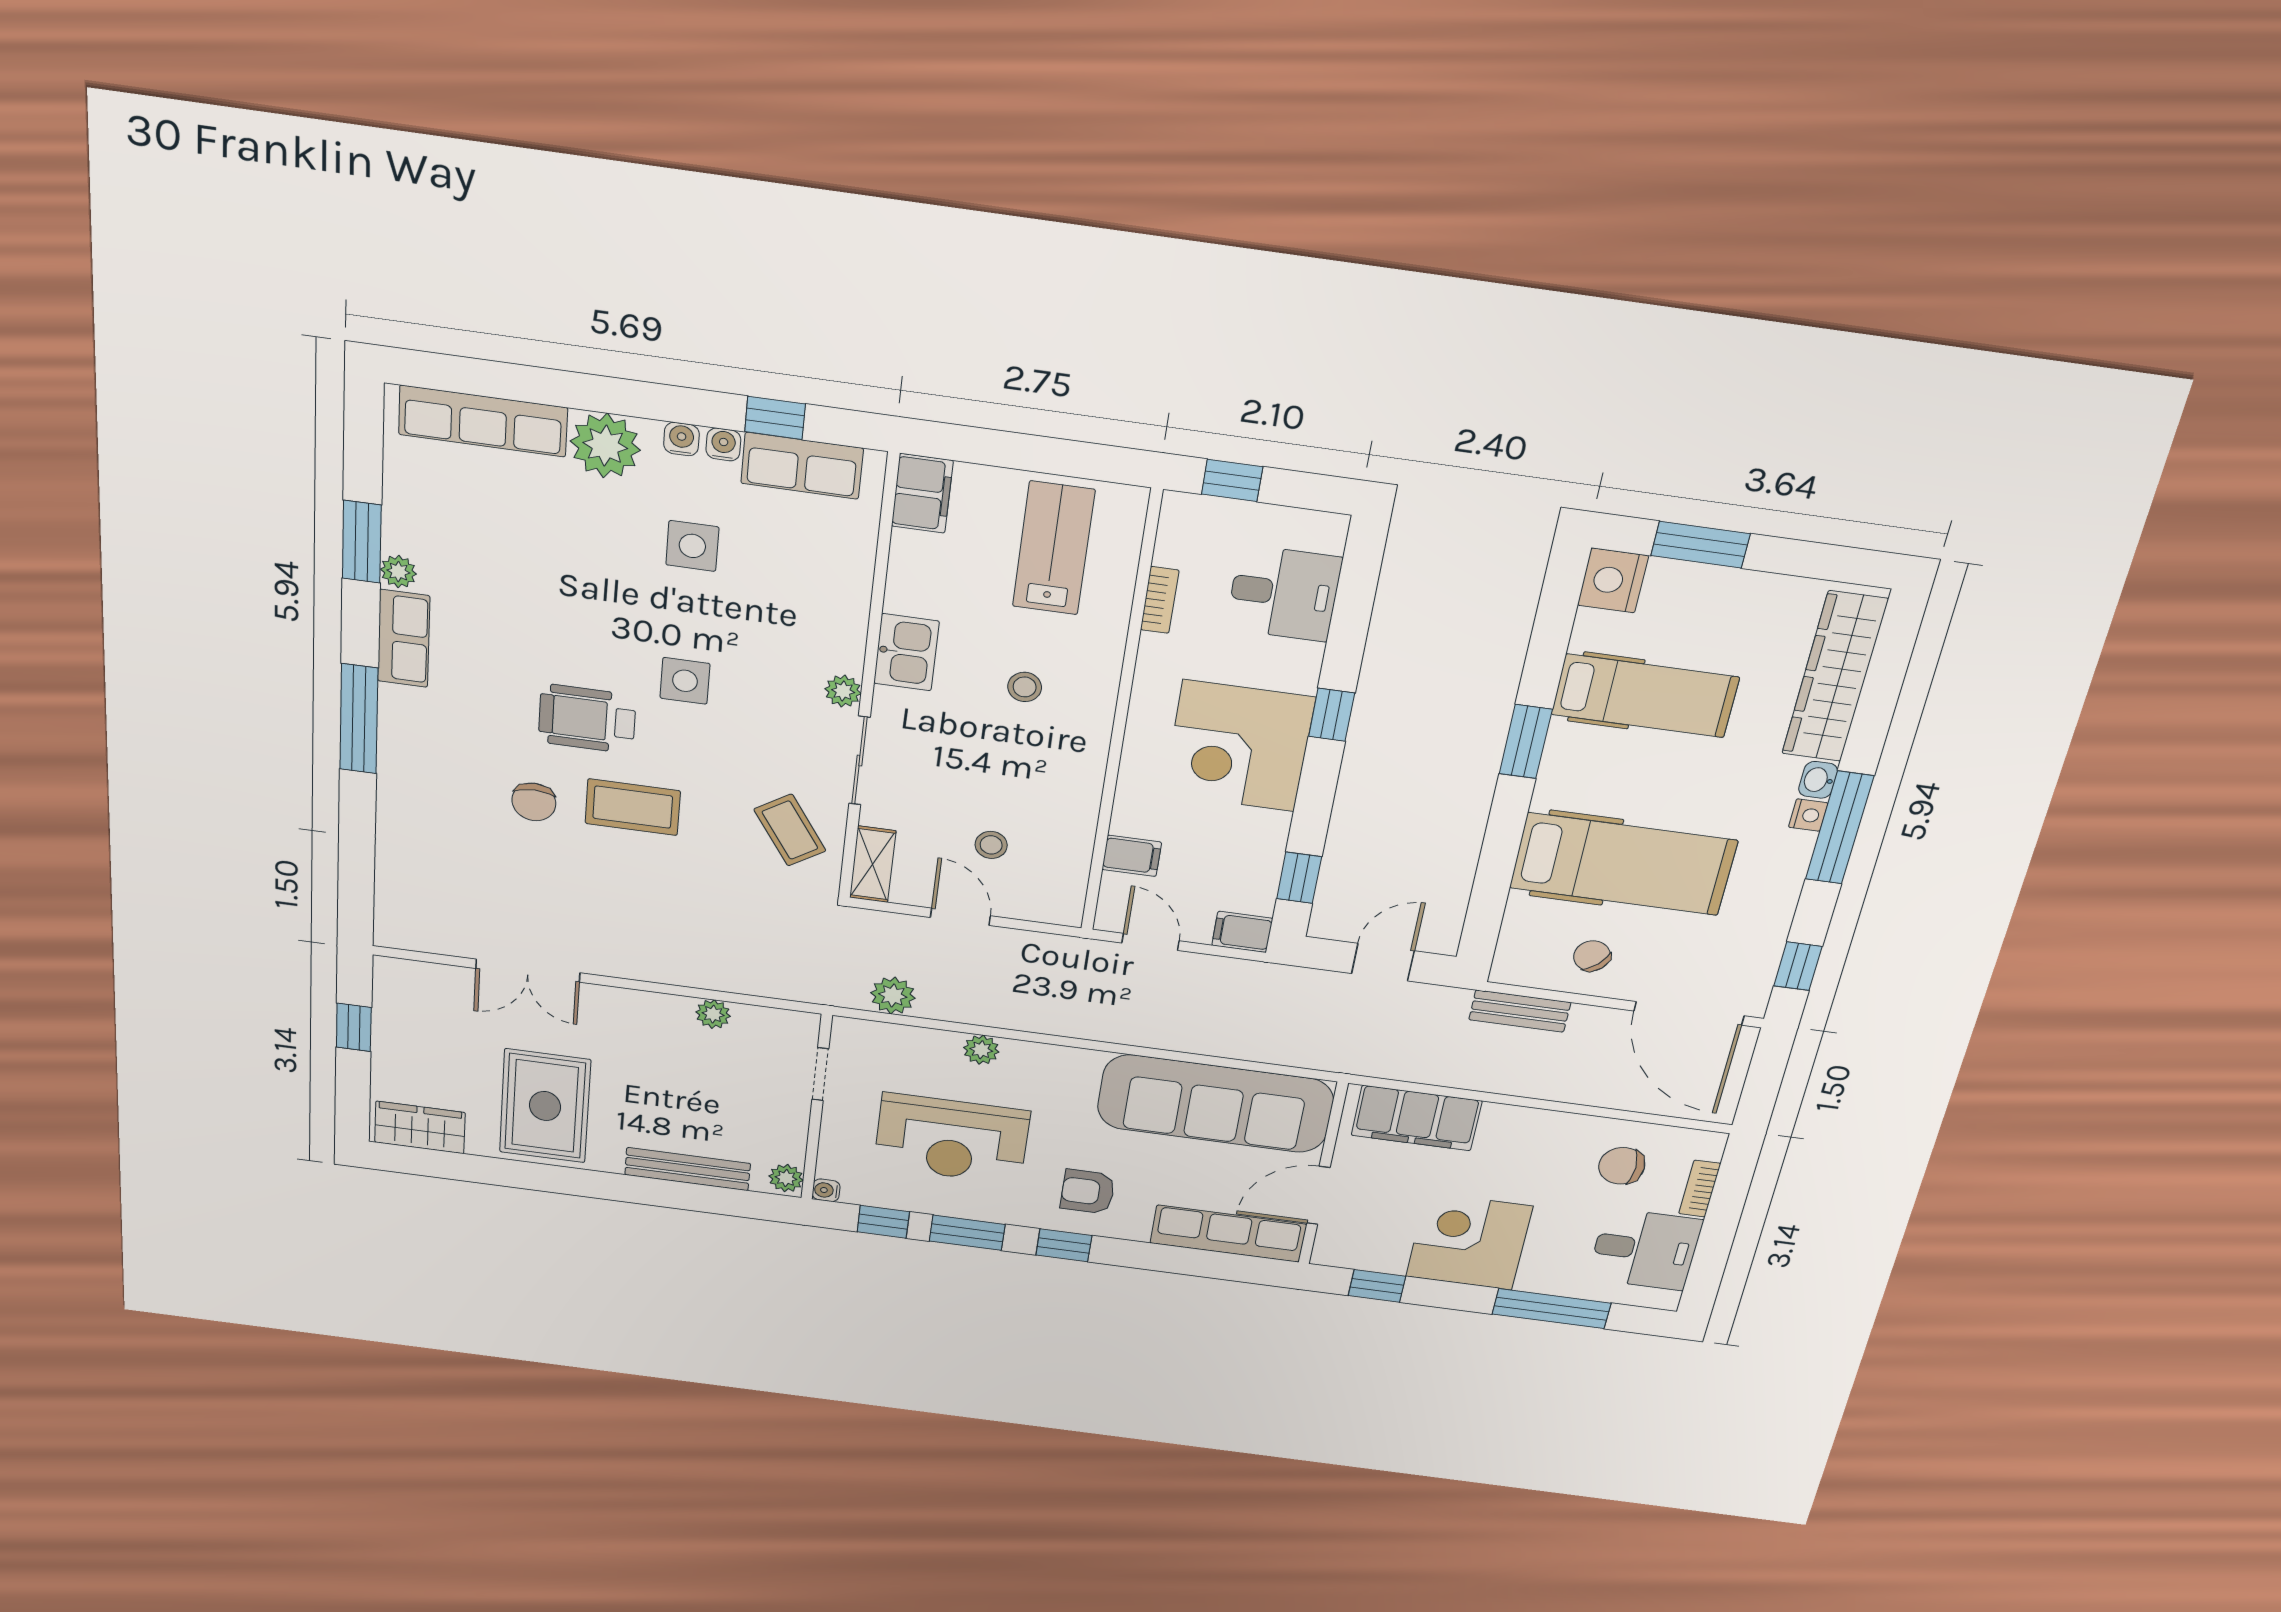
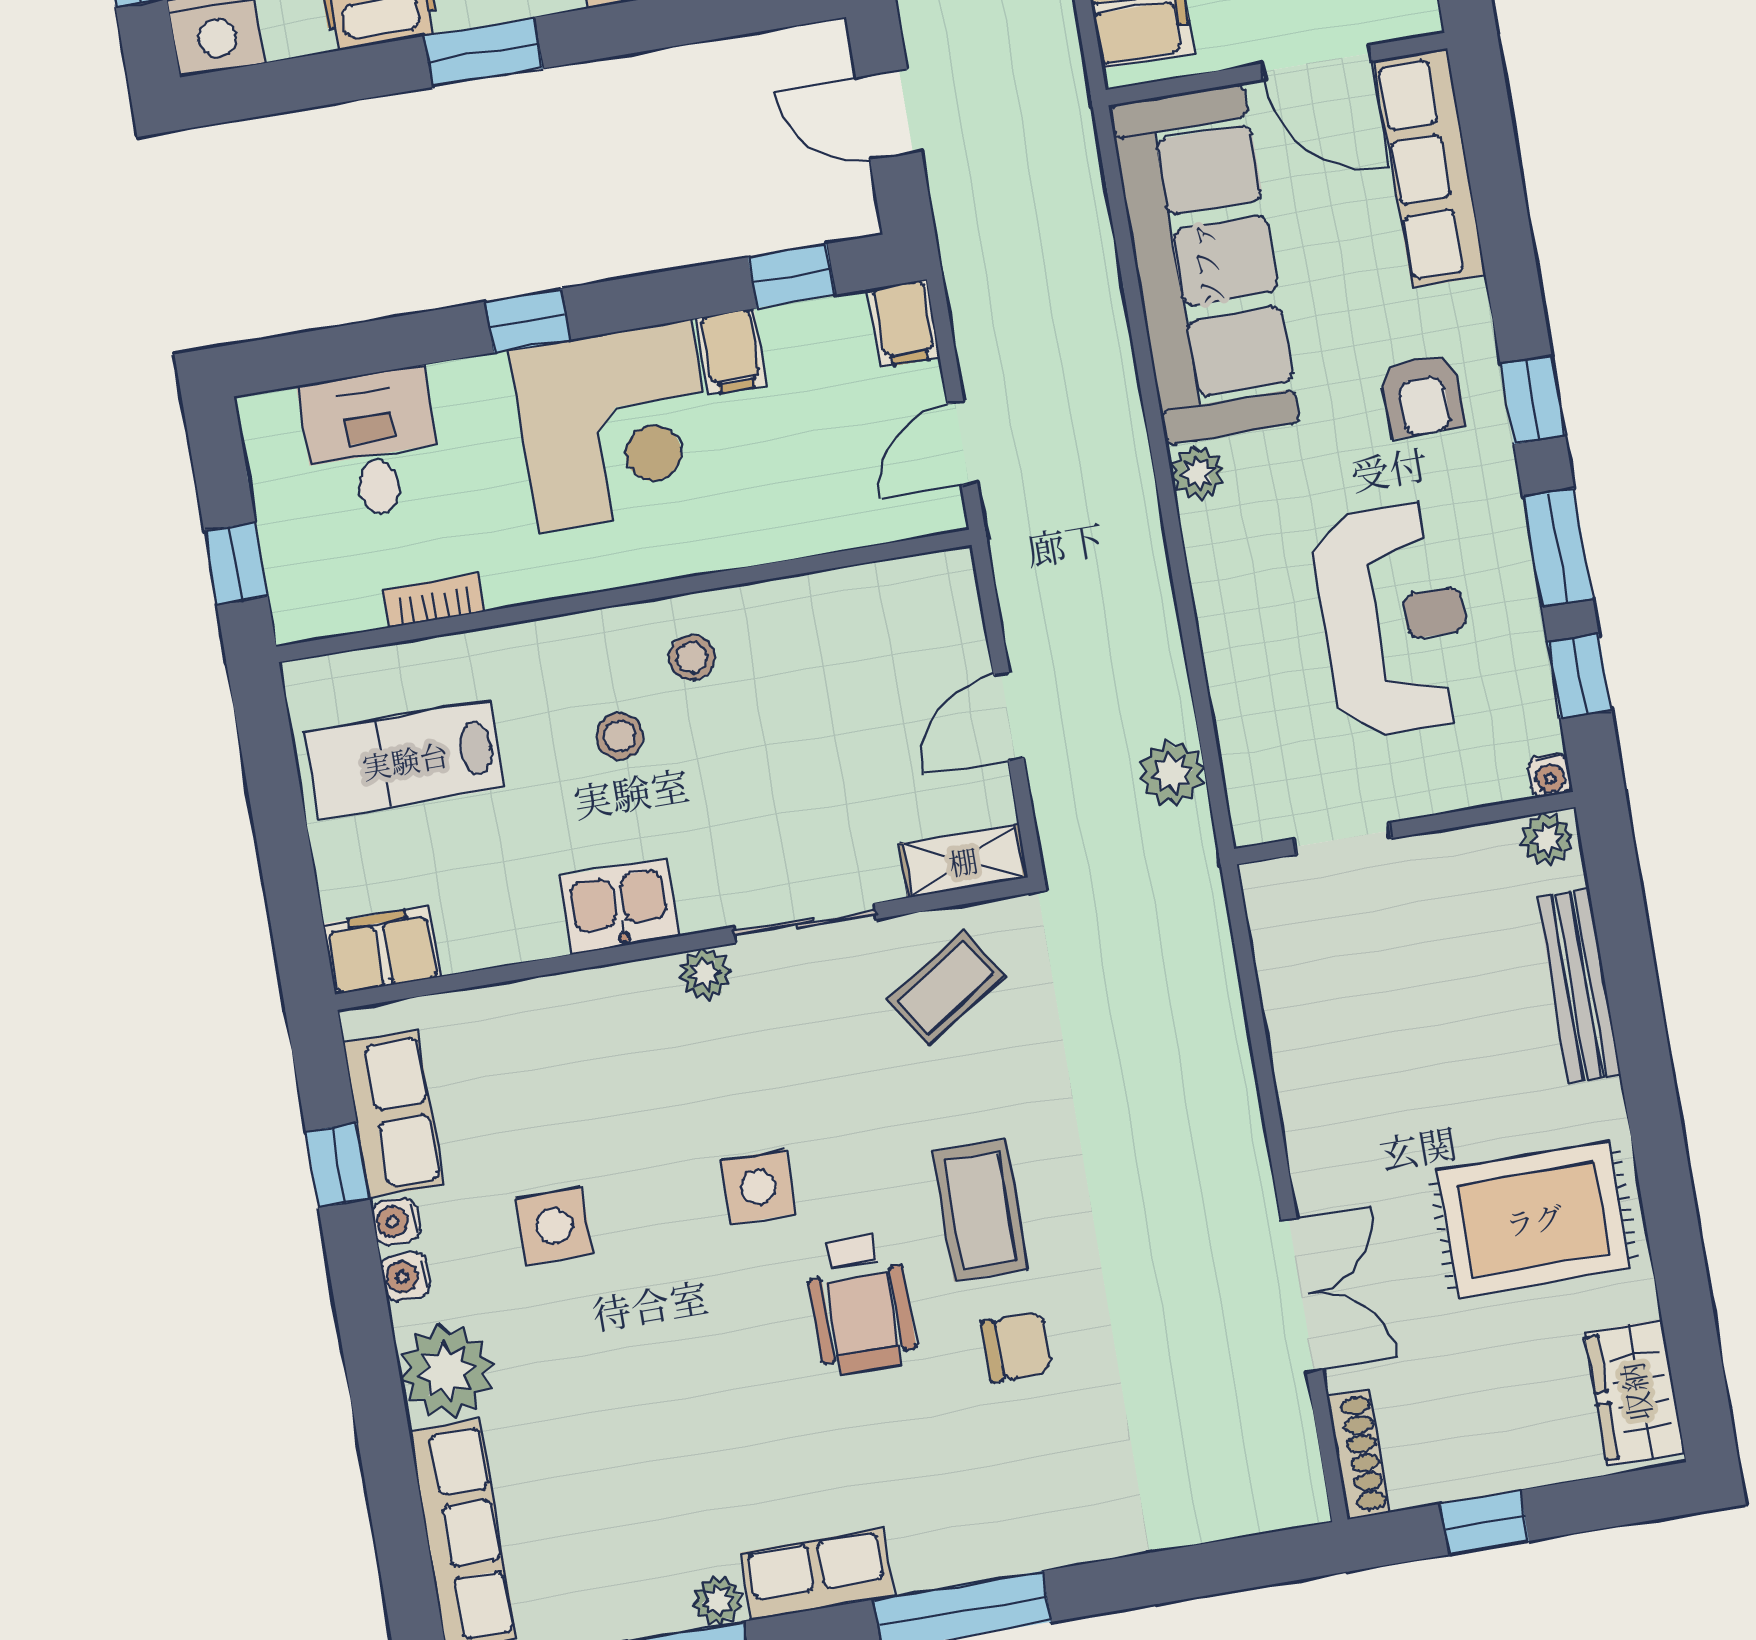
stool: (991, 845) -> (692, 658), moved
filing cabinet: (1132, 856) -> (731, 352), moved, turned 180
shoe rack: (415, 972) -> (1358, 1454), added
plant: (713, 1014) -> (1289, 1017), removed
plant: (981, 1050) -> (1198, 473), moved

